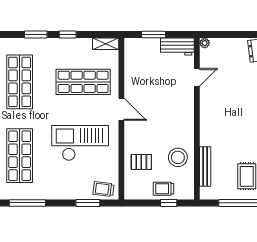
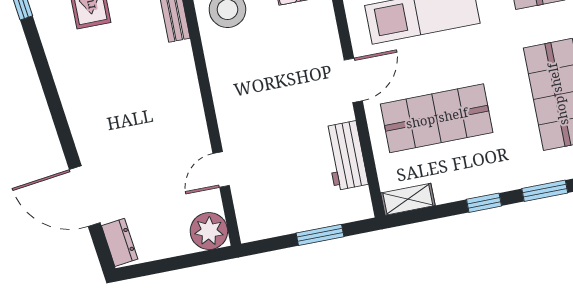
plant: (205, 43) -> (209, 231), width x1.87, depth x1.87
workbench: (177, 47) -> (346, 156), moved, turned -90
door: (121, 109) -> (353, 80), swing flipped

